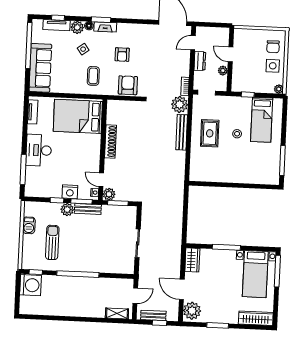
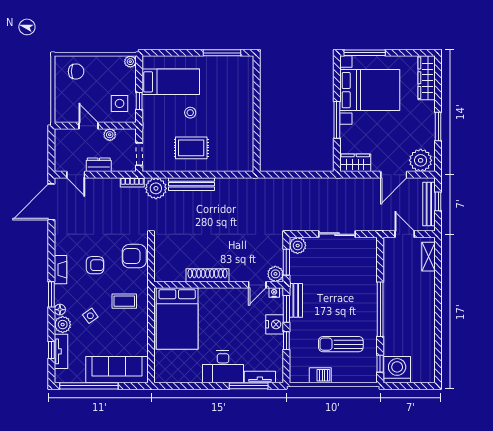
fireplace: (105, 27) -> (60, 270), moved
door: (231, 54) -> (88, 126), swing flipped
side table: (273, 66) -> (120, 103), moved
tv unit: (33, 112) -> (260, 377), moved
plant: (67, 210) -> (298, 246), moved
bed with nightstands: (255, 274) -> (370, 90), width x1.36
bench: (153, 315) -> (429, 204), width x1.36

